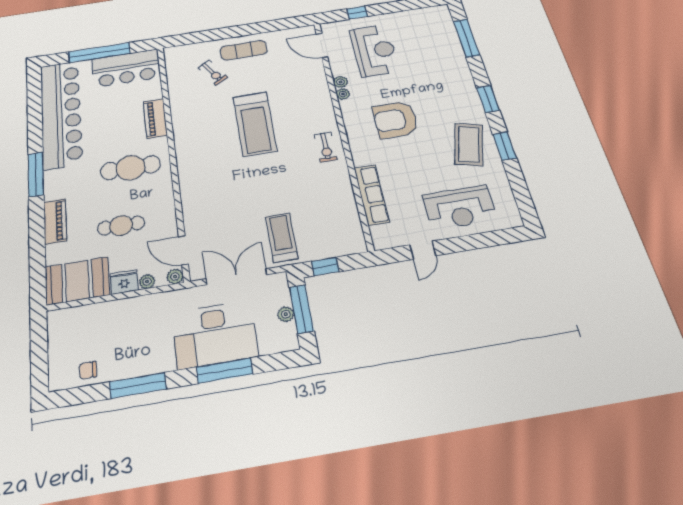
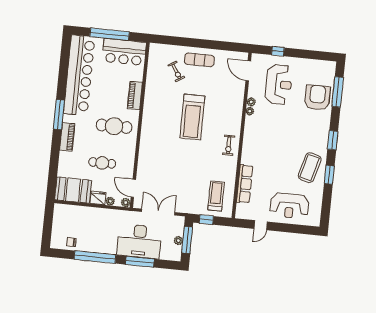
armchair: (395, 120) -> (317, 98), moved, turned 90
piano: (55, 221) -> (67, 137), moved
treadmill: (282, 237) -> (216, 196), moved
window: (138, 385) -> (95, 257), width x1.46

